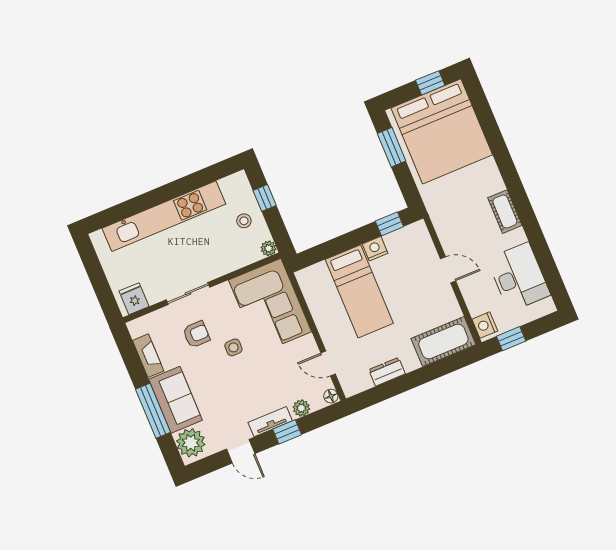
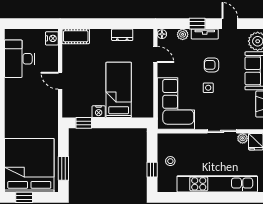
cot: (505, 212) -> (11, 101), removed
plant: (269, 248) -> (243, 138), moved
armchair: (196, 334) -> (211, 65), moved
window: (511, 339) -> (39, 24), removed
cot: (443, 342) -> (76, 36), width x0.73, depth x0.75

